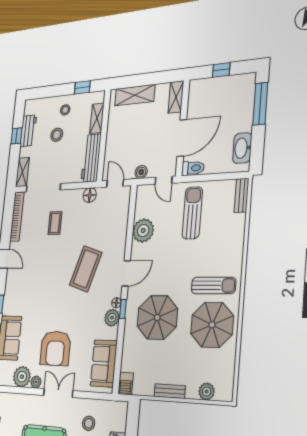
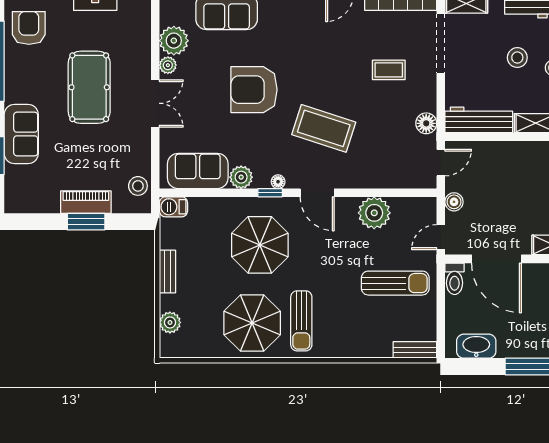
plant: (112, 318) -> (241, 177), moved
armchair: (55, 348) -> (254, 90), moved
stool: (89, 423) -> (138, 186), moved

